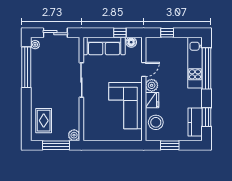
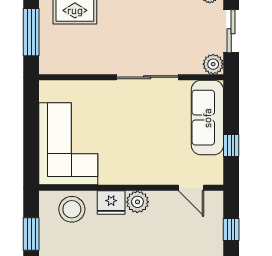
floor lamp: (131, 42) -> (214, 166), removed
door: (144, 69) -> (191, 188), moved
corner sofa: (126, 106) -> (68, 144), moved, turned 90
plant: (74, 135) -> (213, 64), moved

